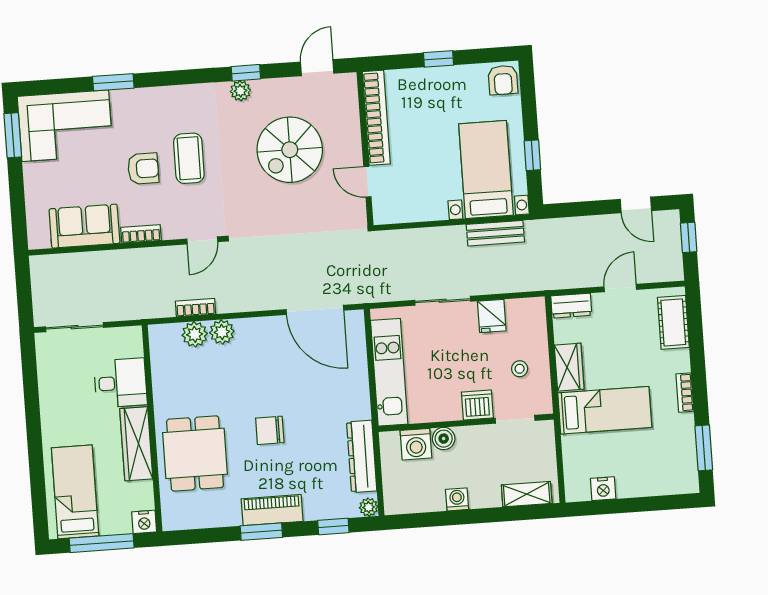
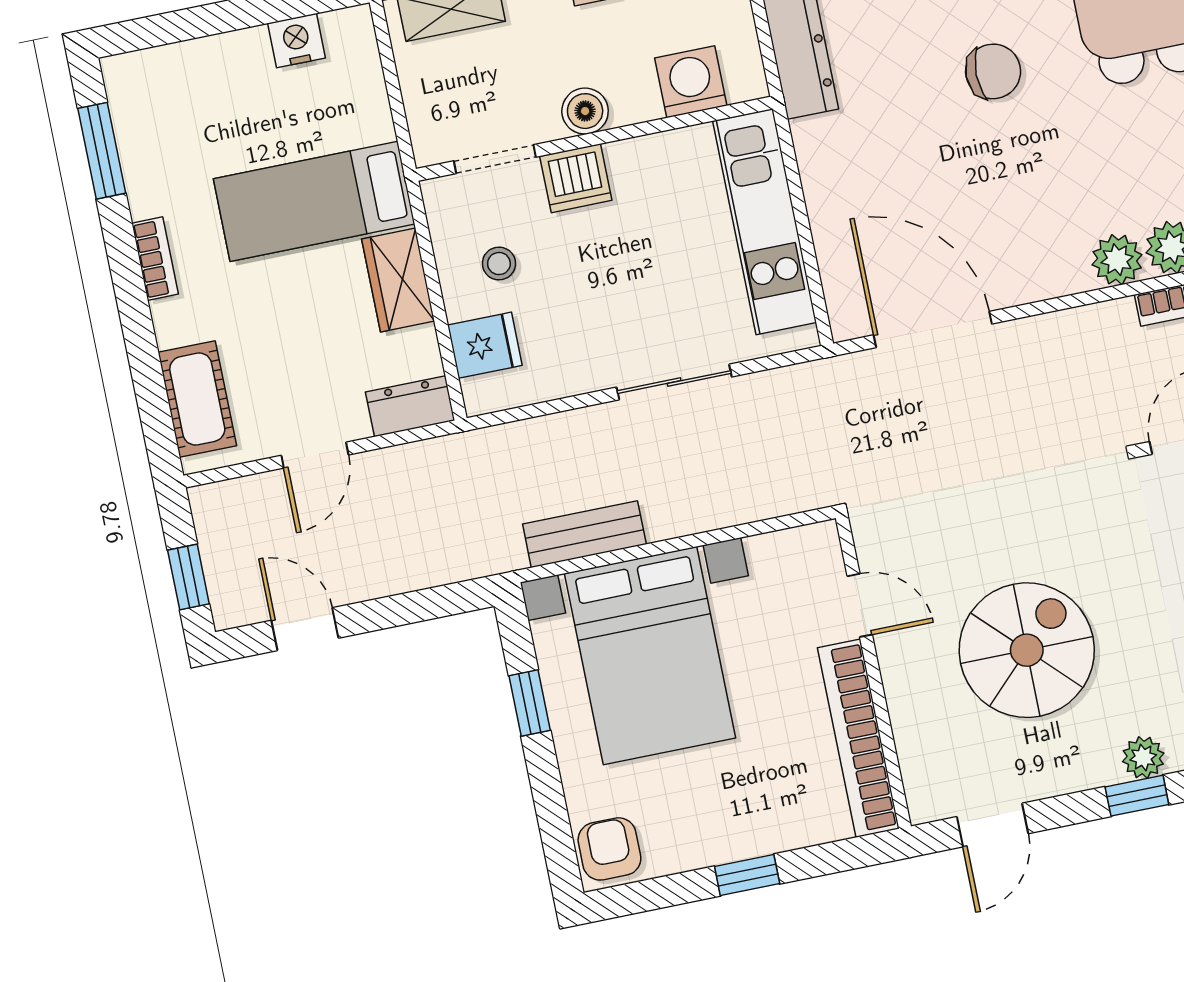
bed with nightstands: (486, 170) -> (650, 656), width x1.36
fridge: (492, 316) -> (485, 345), moved, turned 90
boiler: (444, 439) -> (585, 111), moved

